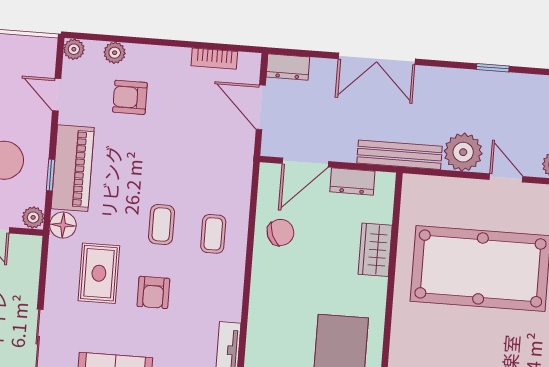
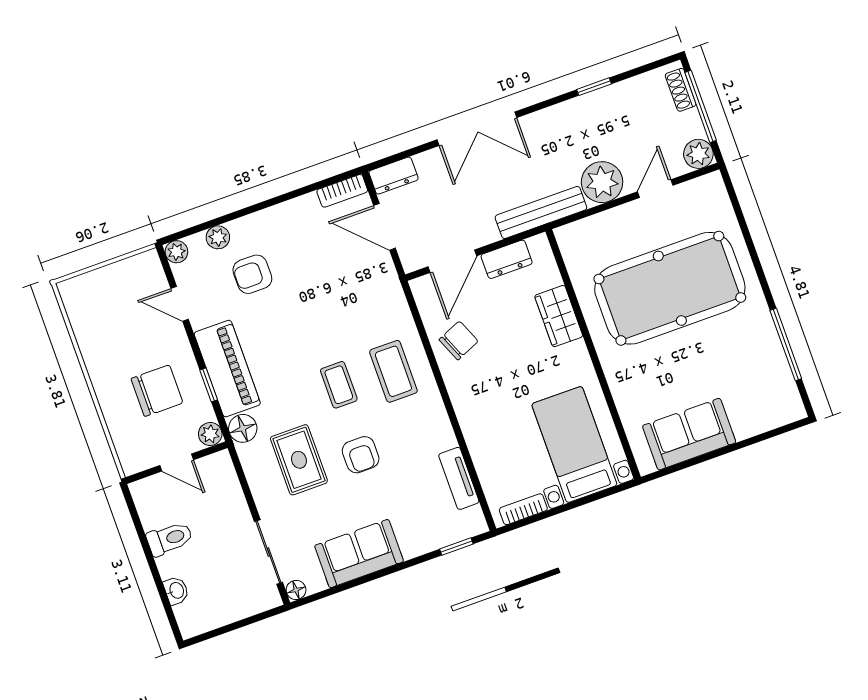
bookcase: (214, 59) -> (342, 191), moved
door: (506, 178) -> (655, 189), hinge flipped
coffee table: (213, 234) -> (393, 371), width x1.36, depth x1.30

